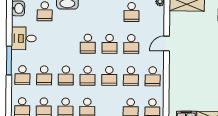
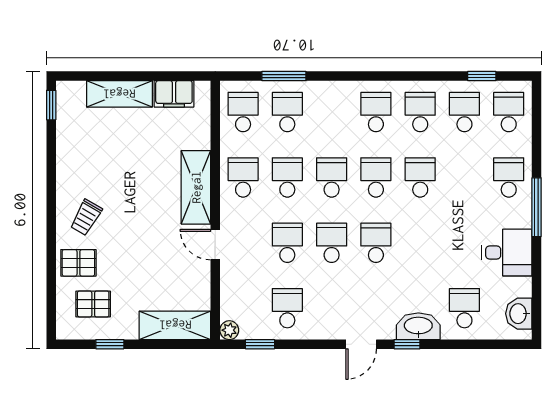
door: (167, 44) -> (215, 245), swing flipped
shelving: (176, 72) -> (196, 187), added
school desk: (44, 75) -> (464, 177), removed

